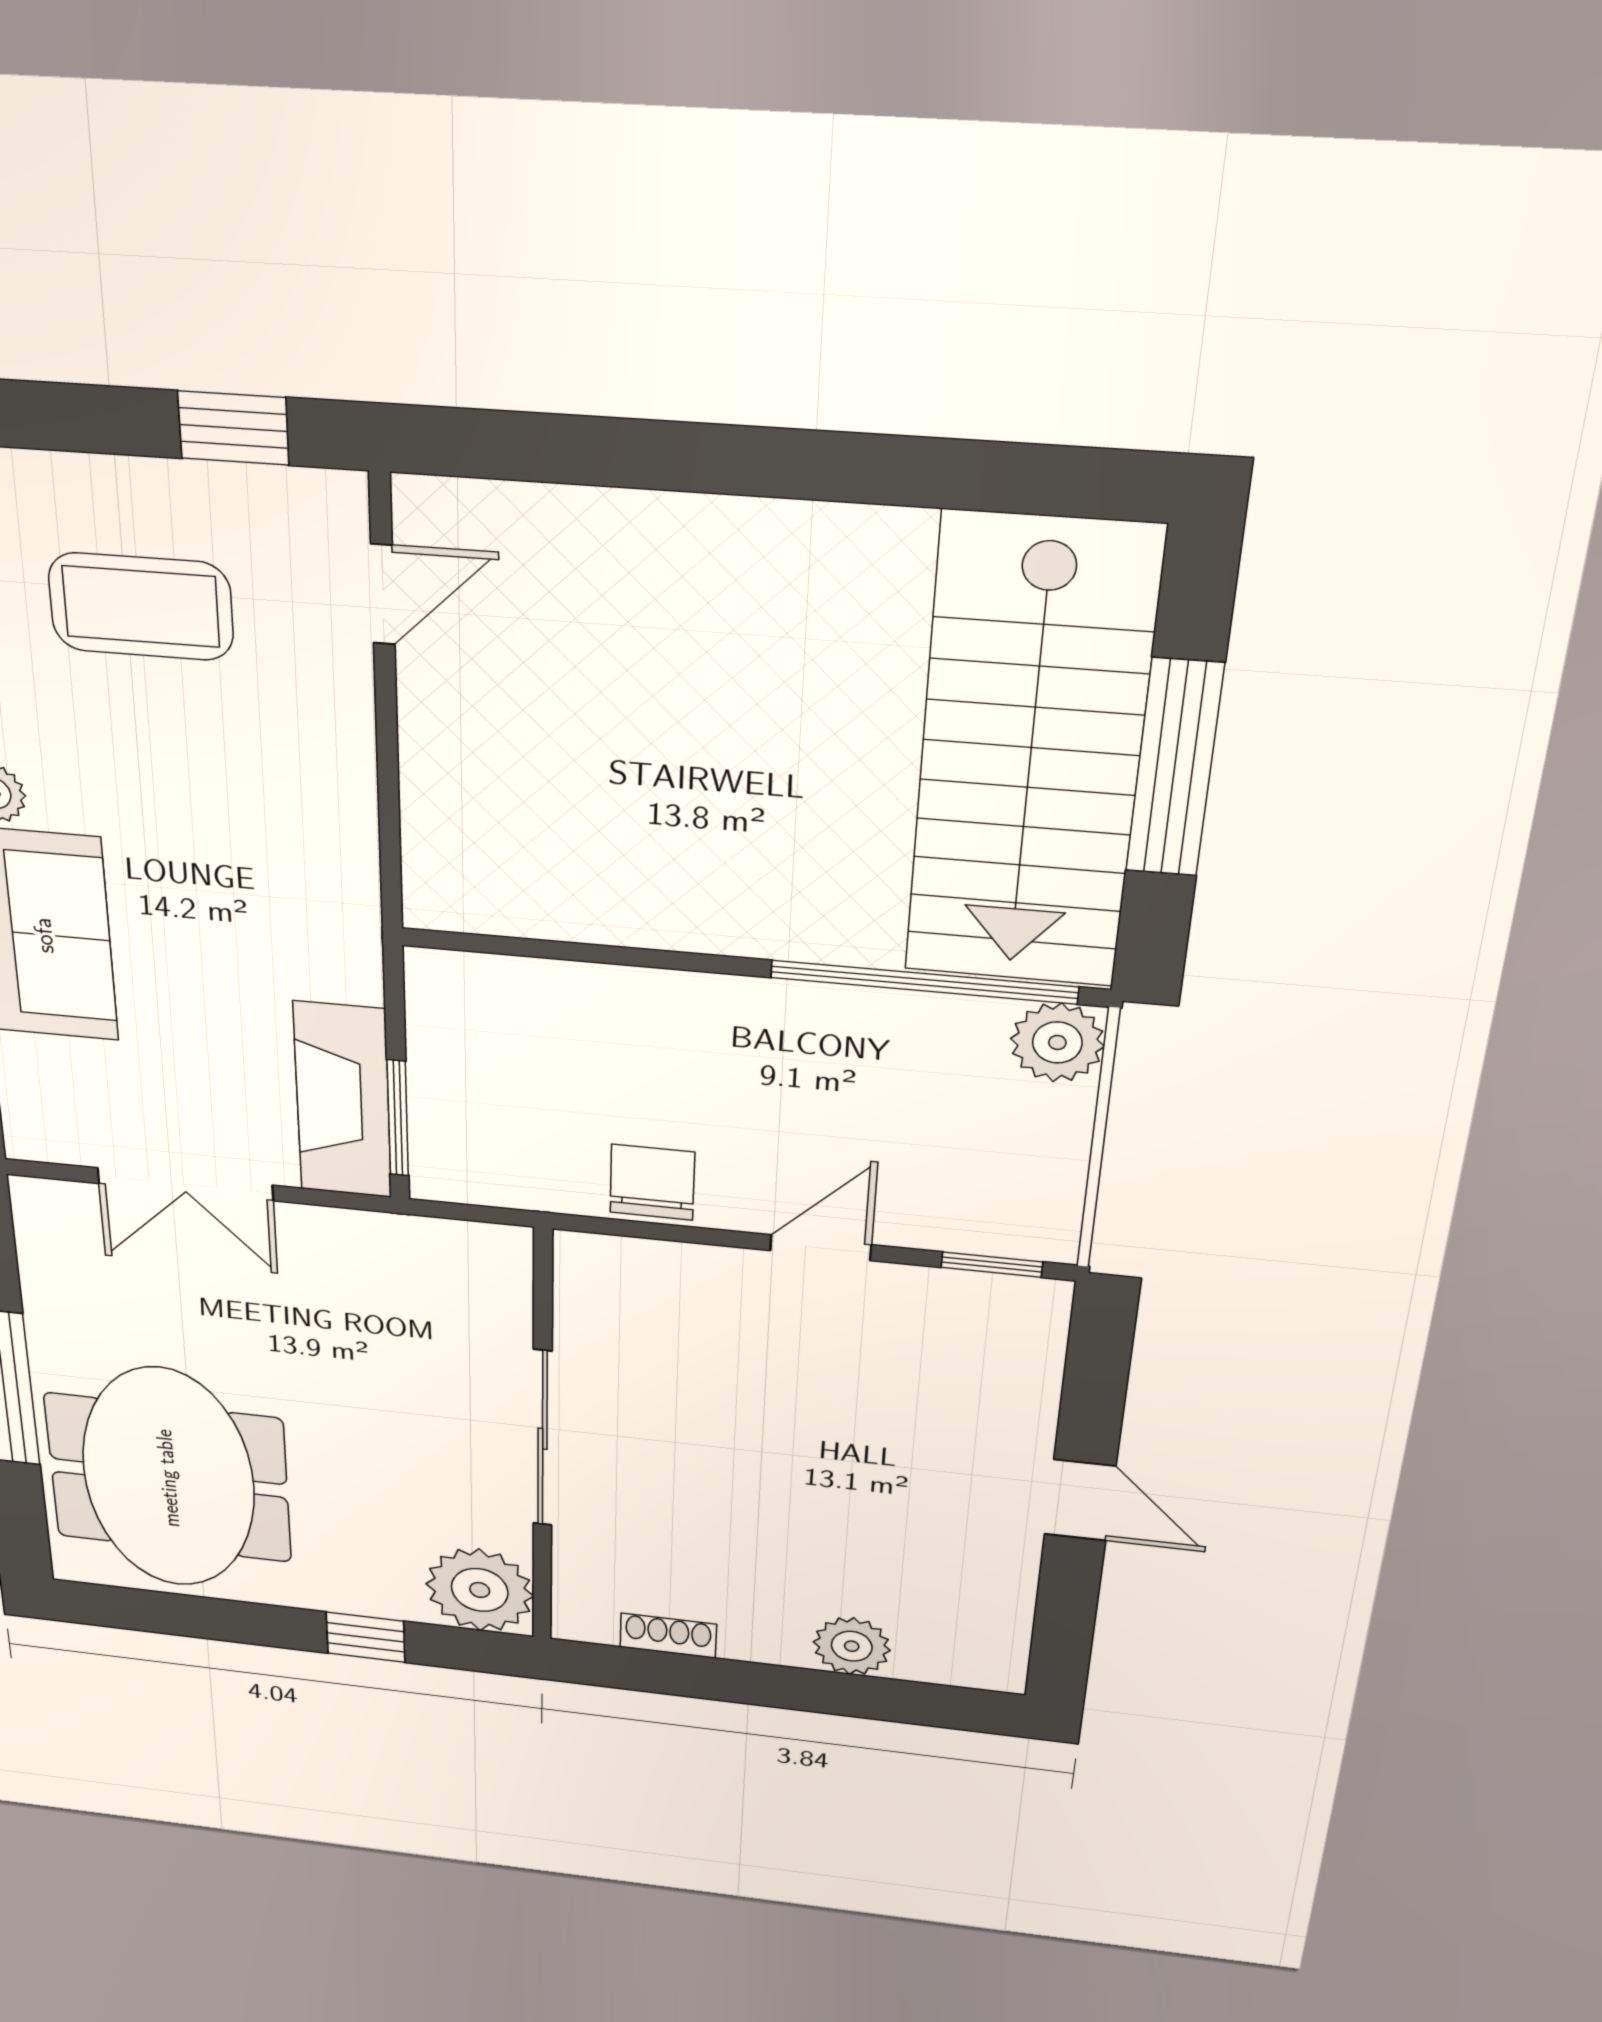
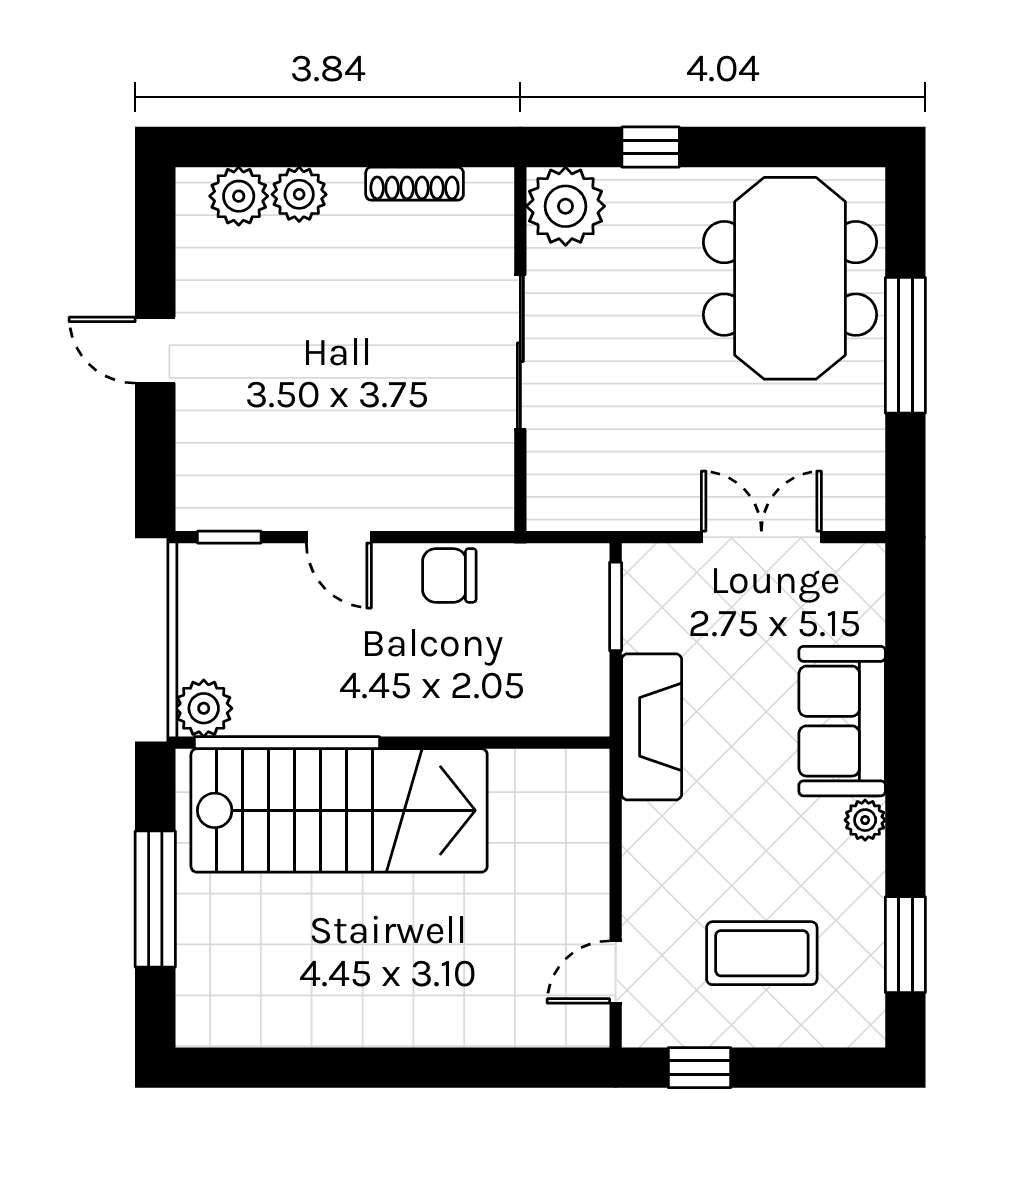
stairs: (1030, 757) -> (339, 810), moved, turned 90
fireplace: (343, 1100) -> (652, 727), moved
chair: (652, 1182) -> (449, 575), turned 90
door: (821, 1248) -> (339, 537), hinge flipped
shoe rack: (668, 1636) -> (415, 184), width x1.43
plant: (938, 1654) -> (239, 196), added

